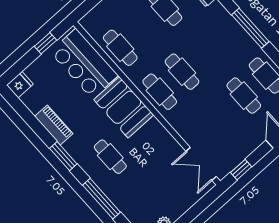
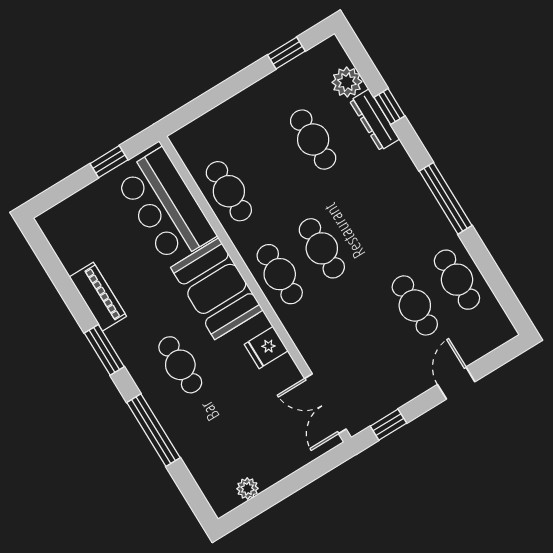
fridge: (20, 85) -> (266, 348), moved, turned 180

